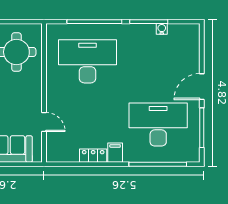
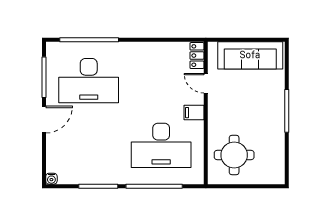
water cooler: (162, 29) -> (51, 179), moved
filing cabinet: (115, 153) -> (194, 113), moved, turned 90
locker: (93, 156) -> (197, 56), moved, turned 90

